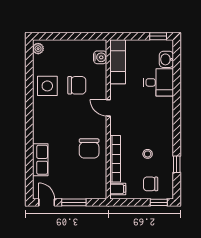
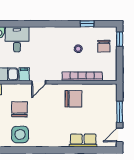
filing cabinet: (118, 189) -> (24, 74), moved

